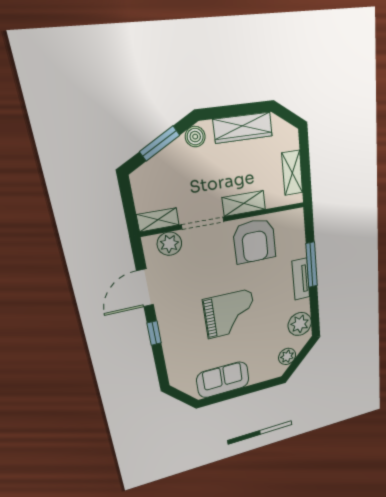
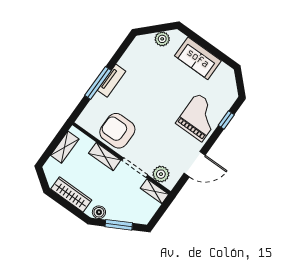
armchair: (255, 241) -> (117, 131), turned -90
grand piano: (230, 314) -> (199, 118), moved, turned 90
plant: (300, 324) -> (137, 52), removed
window: (154, 333) -> (226, 120), moved
sofa: (223, 380) -> (198, 58), moved

